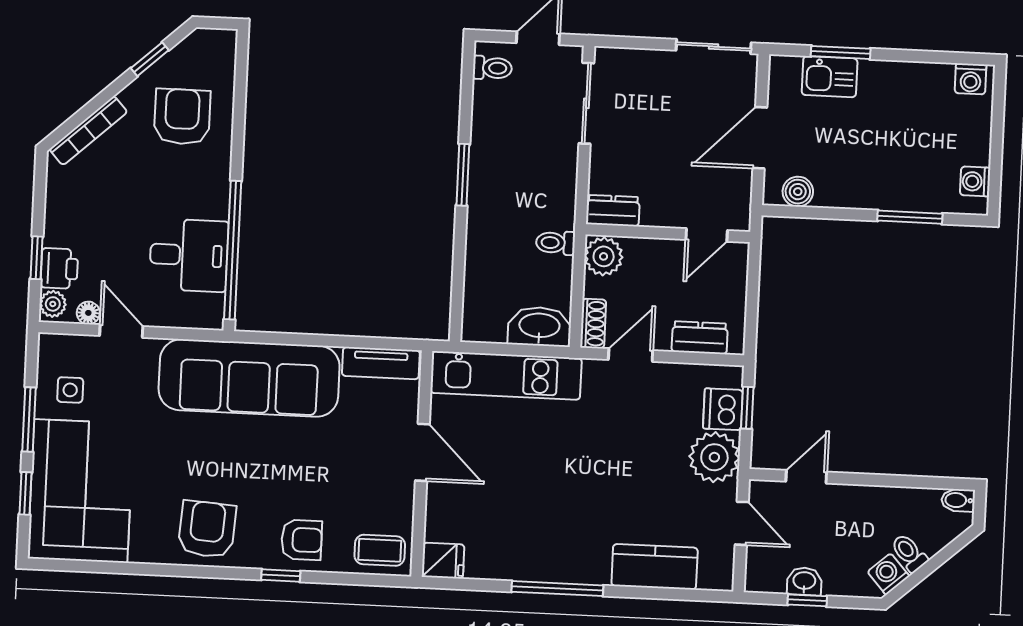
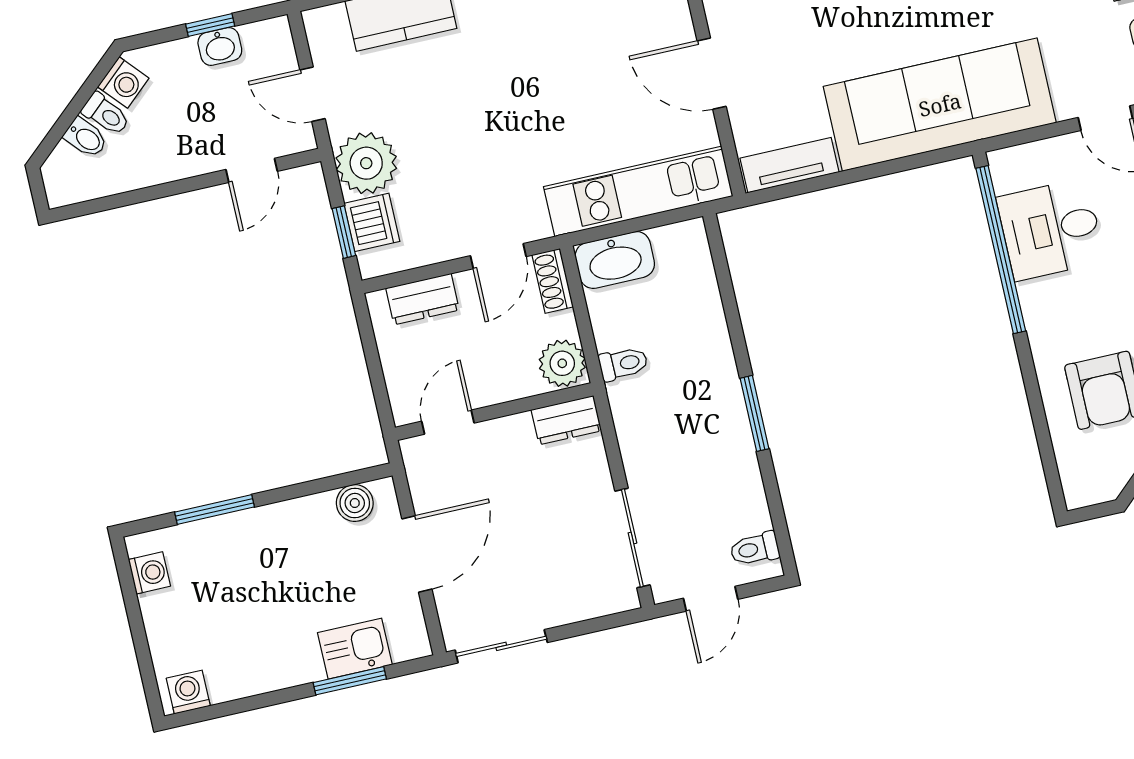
bidet: (958, 500) -> (86, 138), moved, turned 48

